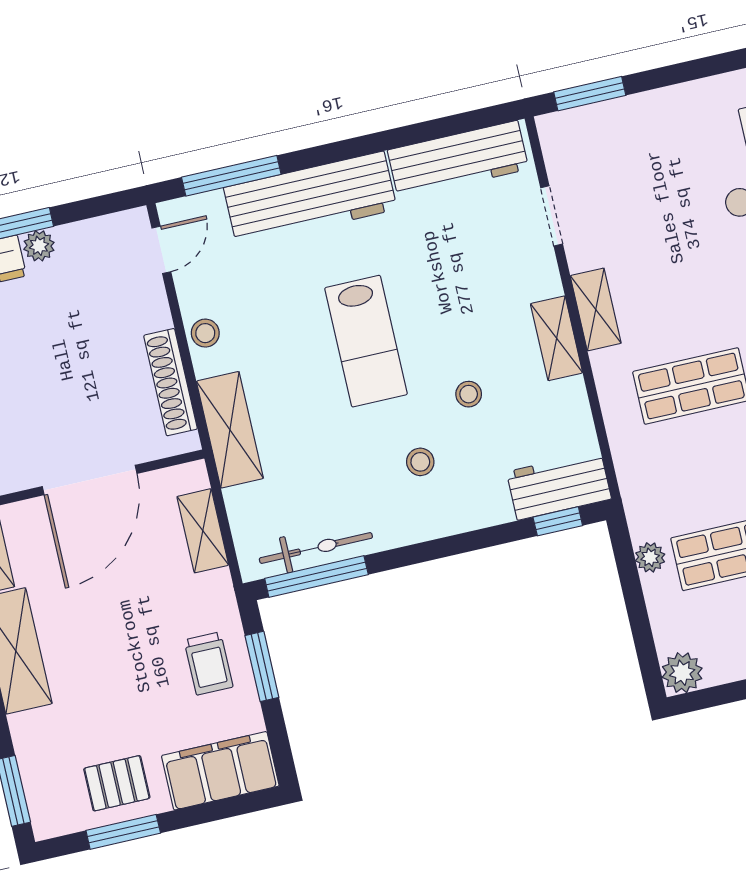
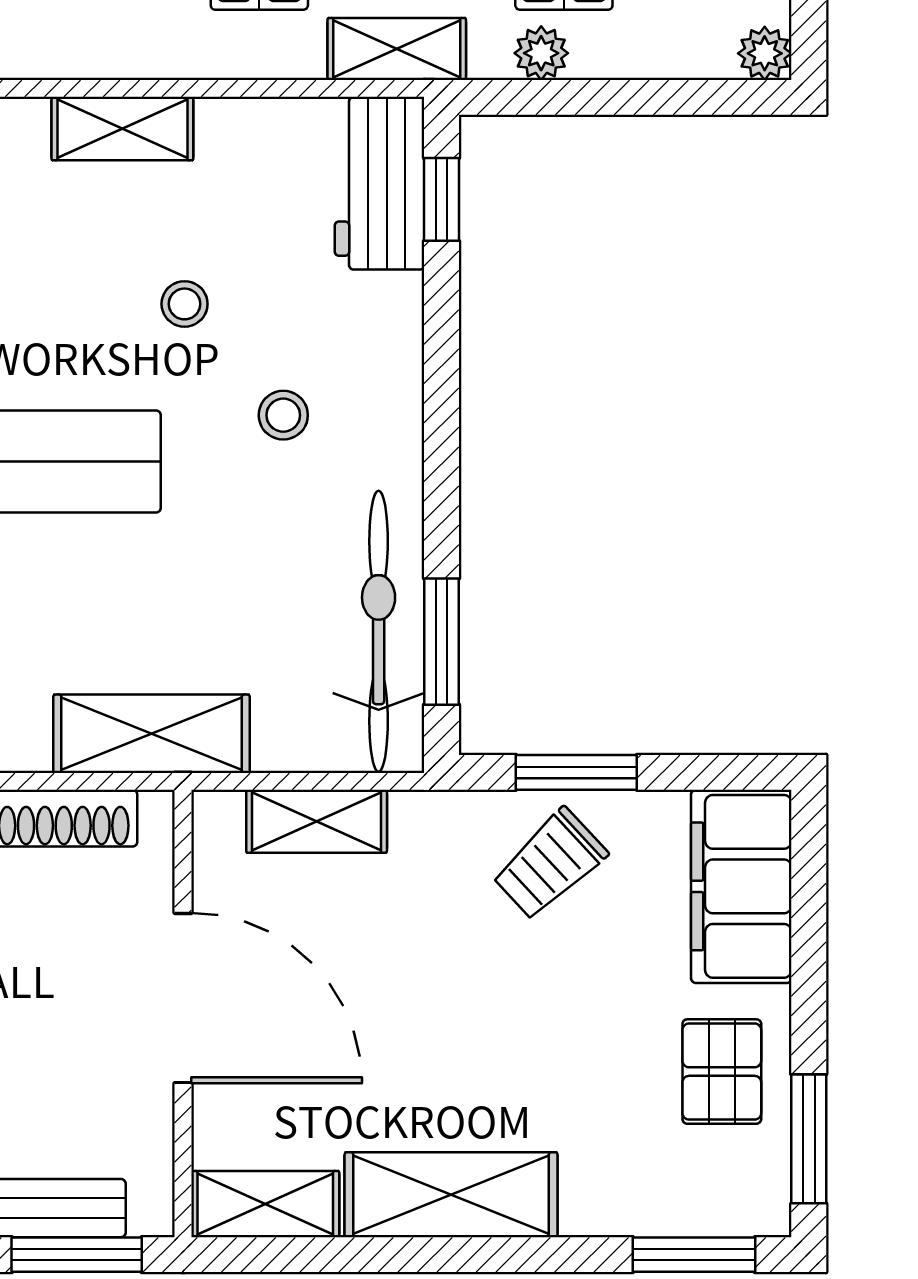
shelving: (596, 309) -> (397, 49), moved
bicycle: (316, 548) -> (379, 631), width x1.37, depth x1.40
window: (316, 577) -> (442, 642), width x0.69
trolley: (209, 663) -> (550, 864), turned 137
plant: (682, 673) -> (765, 53), width x0.73, depth x0.73
window: (123, 832) -> (809, 1139), moved

